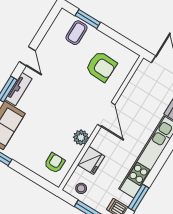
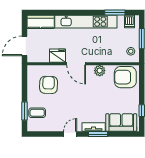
door: (106, 114) -> (76, 64), swing flipped
fridge: (91, 160) -> (57, 56), moved
armchair: (55, 163) -> (125, 77), width x1.88, depth x1.88

